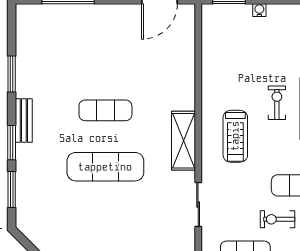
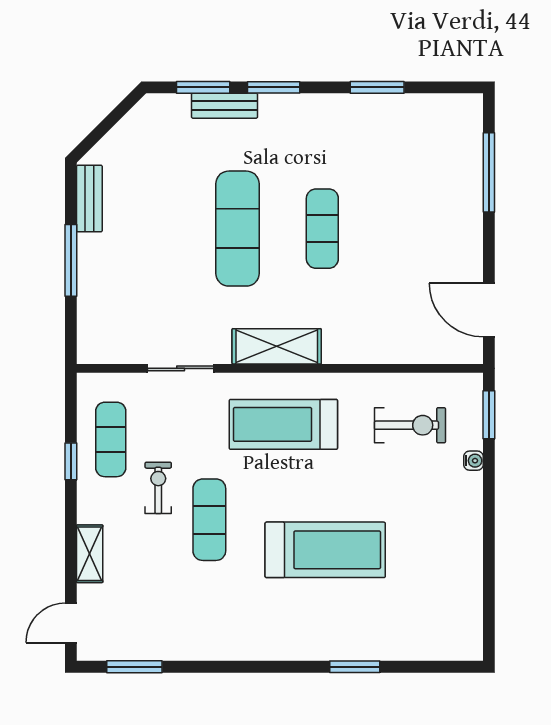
exercise bike: (277, 103) -> (410, 425), moved, width x1.38, depth x1.39
bench: (24, 120) -> (225, 106), moved
treadmill: (235, 136) -> (283, 424), width x1.37, depth x1.38

